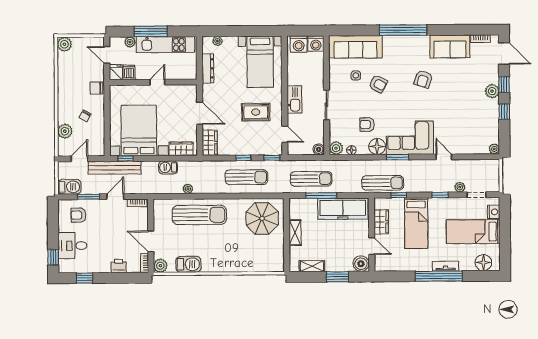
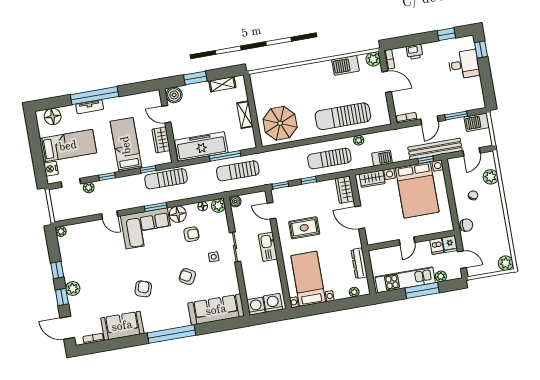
side table: (356, 76) -> (214, 257), moved
sun lounger: (246, 177) -> (329, 158), moved
armchair: (78, 215) -> (463, 96), removed

